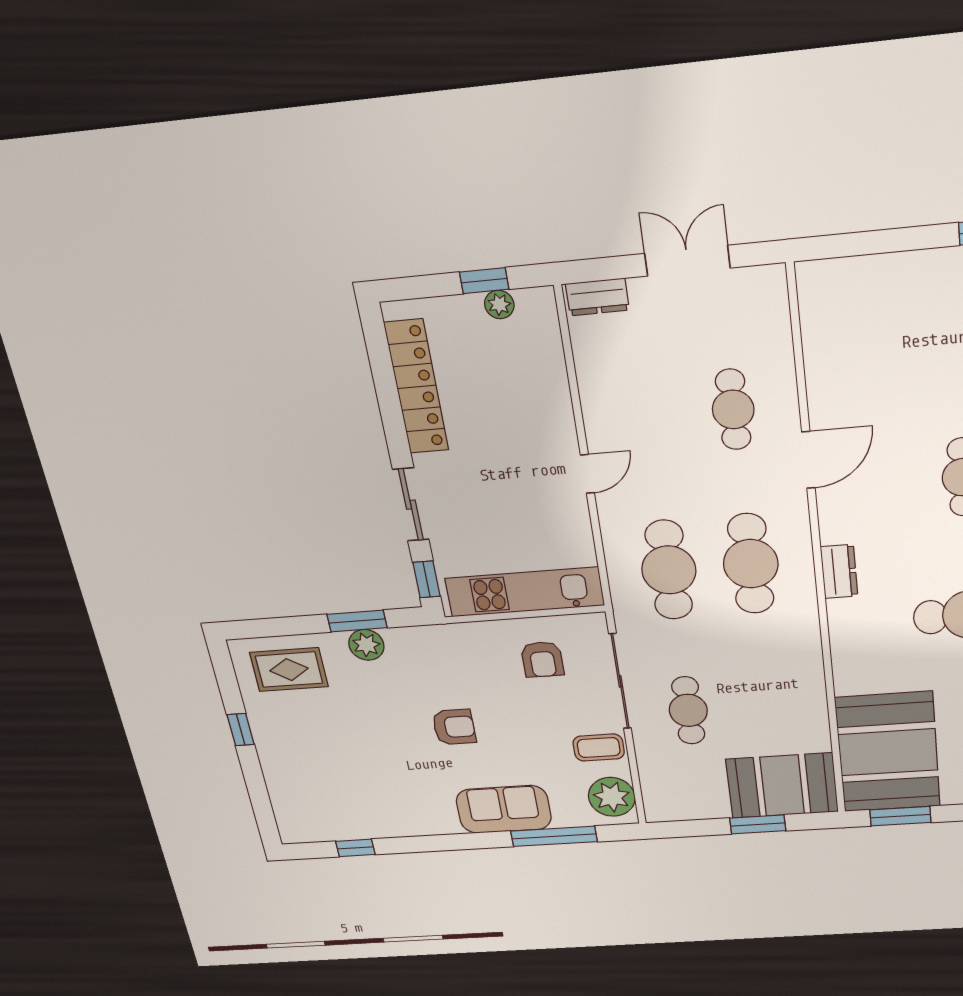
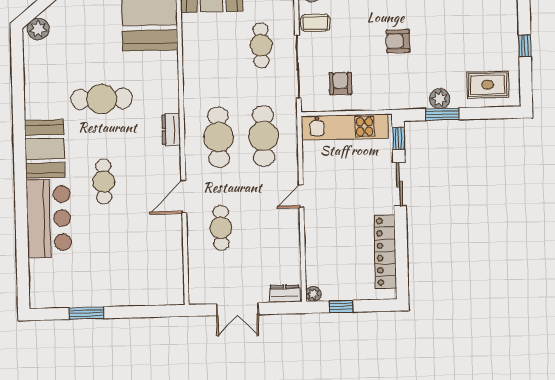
plant: (499, 305) -> (313, 294), moved

